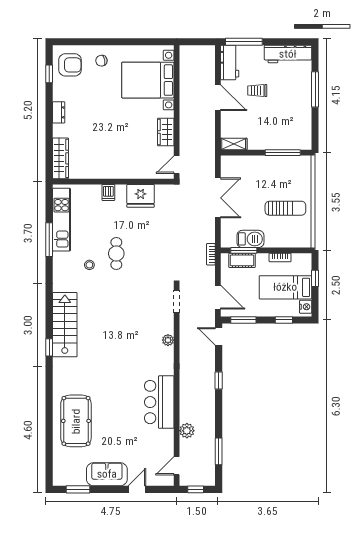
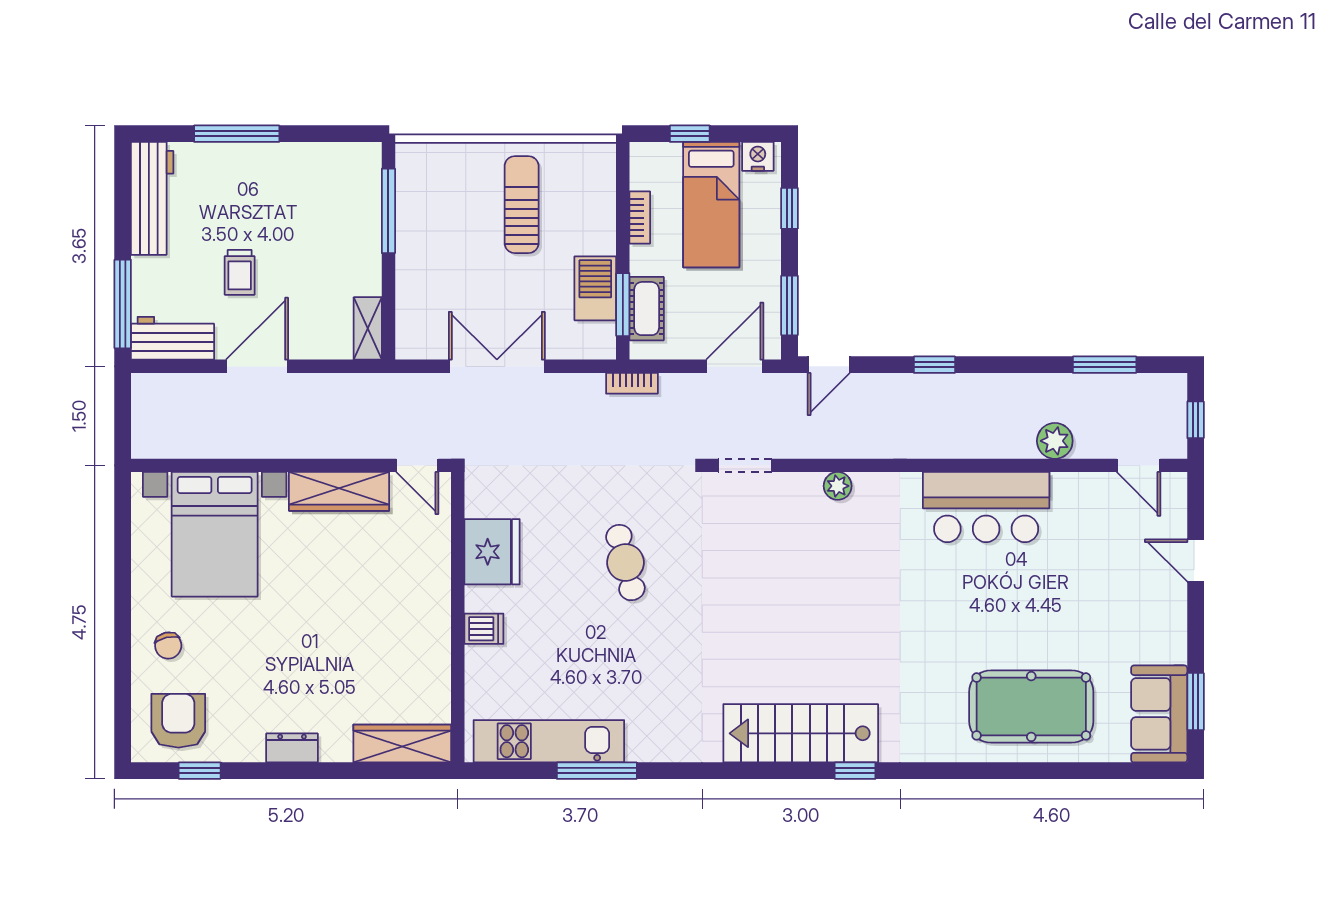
wardrobe: (166, 132) -> (339, 491), width x1.50
cafe table: (116, 254) -> (625, 563), moved, turned 76
stool: (89, 265) -> (657, 674), removed
sofa: (107, 474) -> (1159, 714), moved

